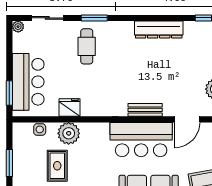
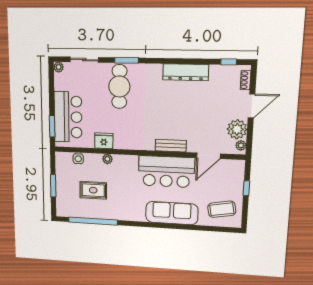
cafe table: (87, 46) -> (119, 87), width x1.37, depth x1.35
plant: (69, 133) -> (107, 159), width x0.53, depth x0.53
rug: (57, 166) -> (93, 190), turned 90

